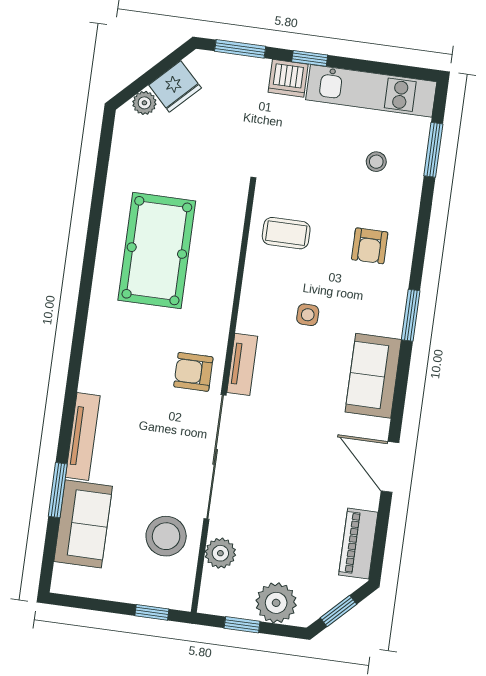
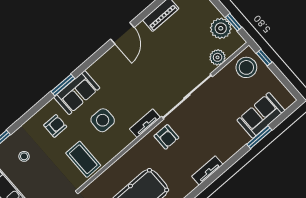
coffee table: (286, 233) -> (83, 159), width x1.36, depth x1.30
side table: (308, 315) -> (103, 120), width x1.87, depth x1.87
sofa: (373, 376) -> (77, 93), moved
tv unit: (83, 436) -> (207, 170), moved, width x0.71
stool: (166, 536) -> (246, 67), moved
plant: (276, 603) -> (221, 28), moved

